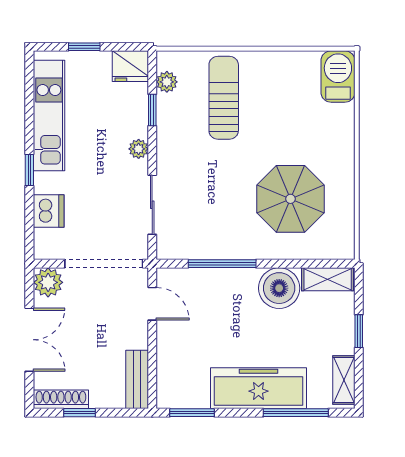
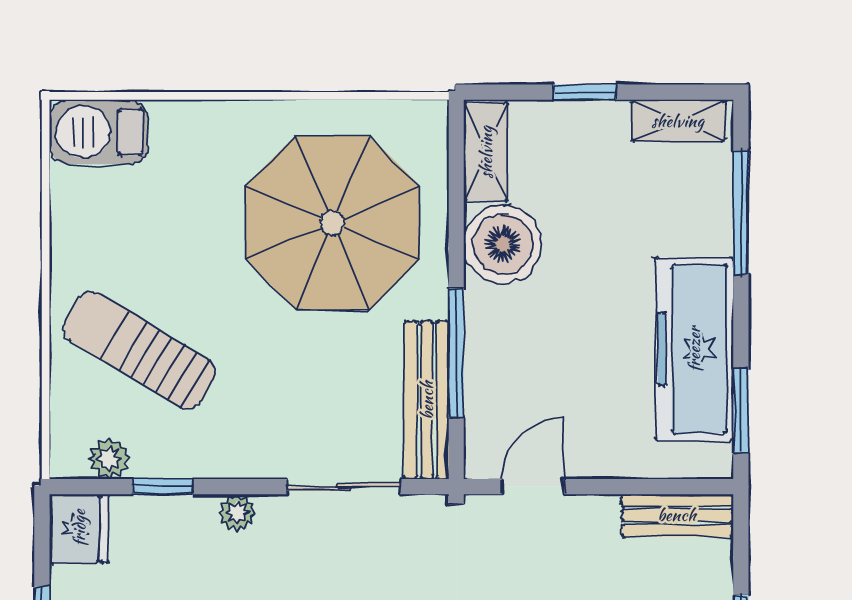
sun lounger: (224, 98) -> (139, 350), turned 31
parasol: (290, 199) -> (332, 223), width x1.36, depth x1.36
bench: (198, 248) -> (427, 400), added
freezer: (258, 388) -> (694, 349), moved

